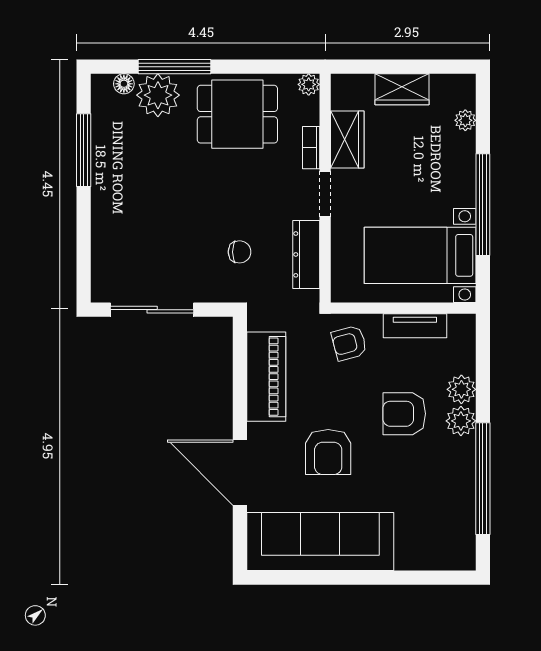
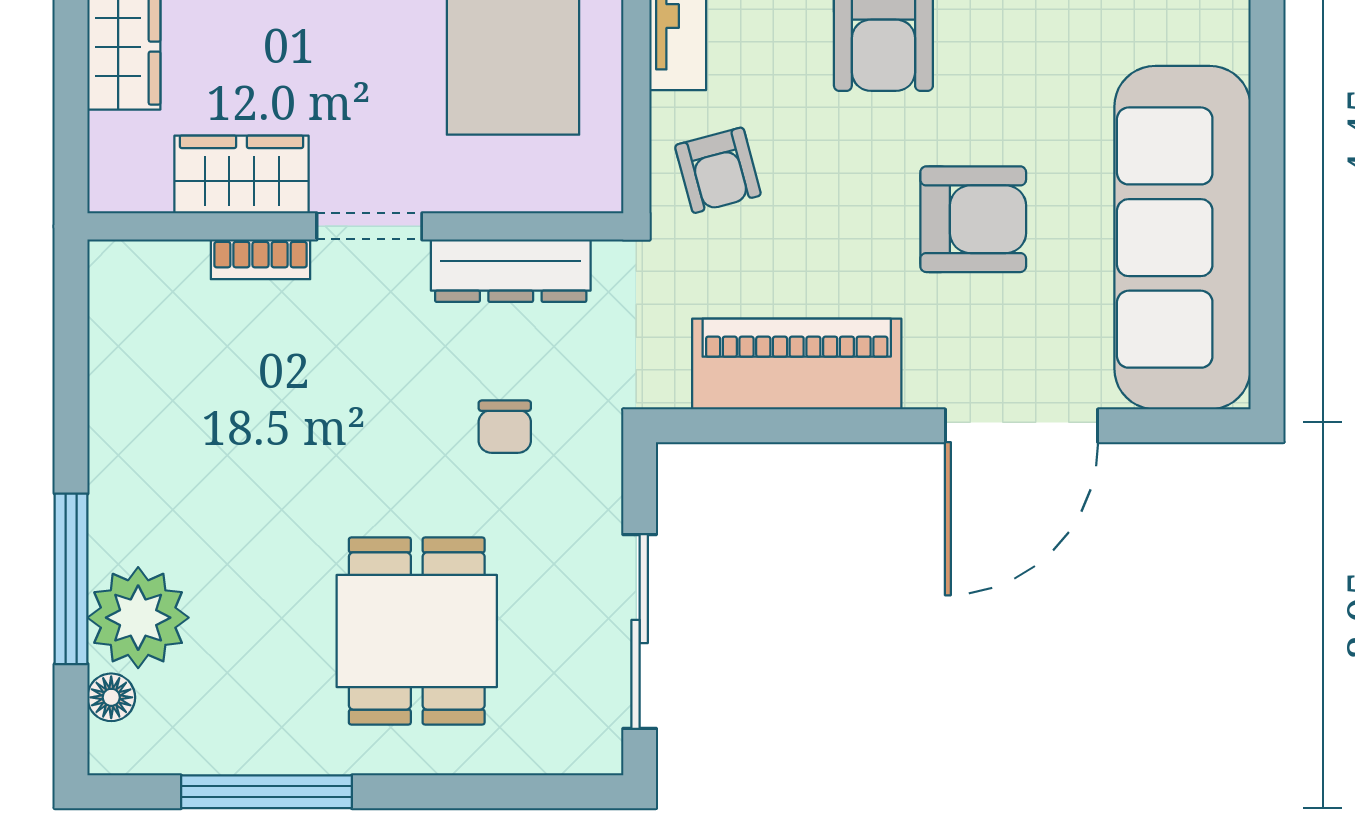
plant: (309, 84) -> (113, 265), removed
dining table: (237, 114) -> (417, 631), moved
chair: (240, 252) -> (505, 427), turned 180

